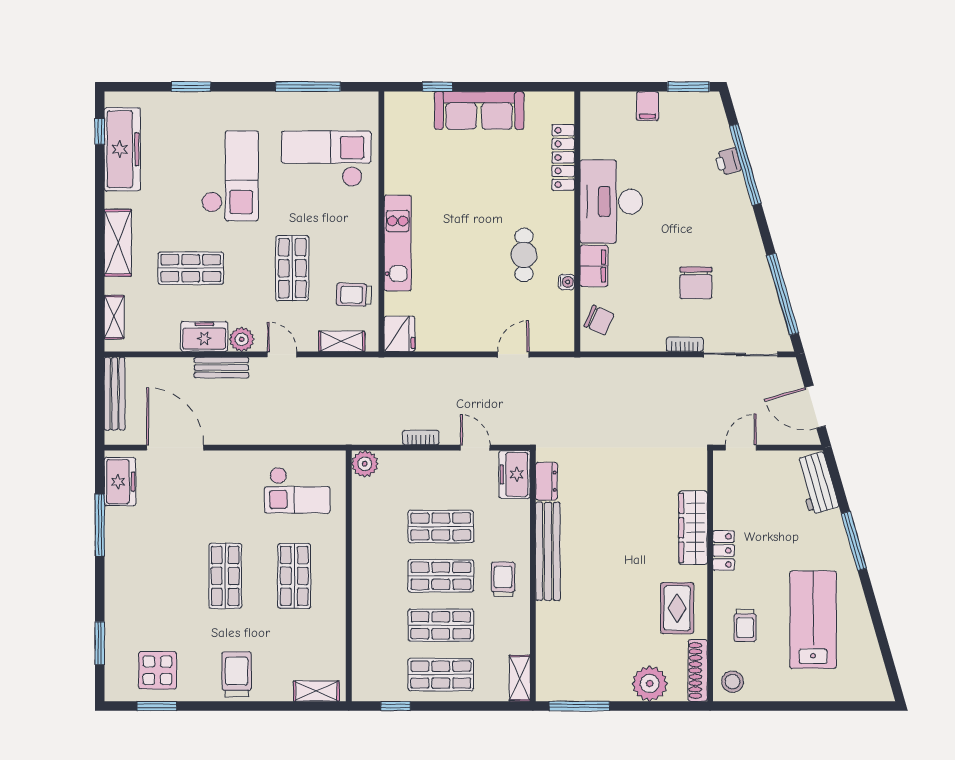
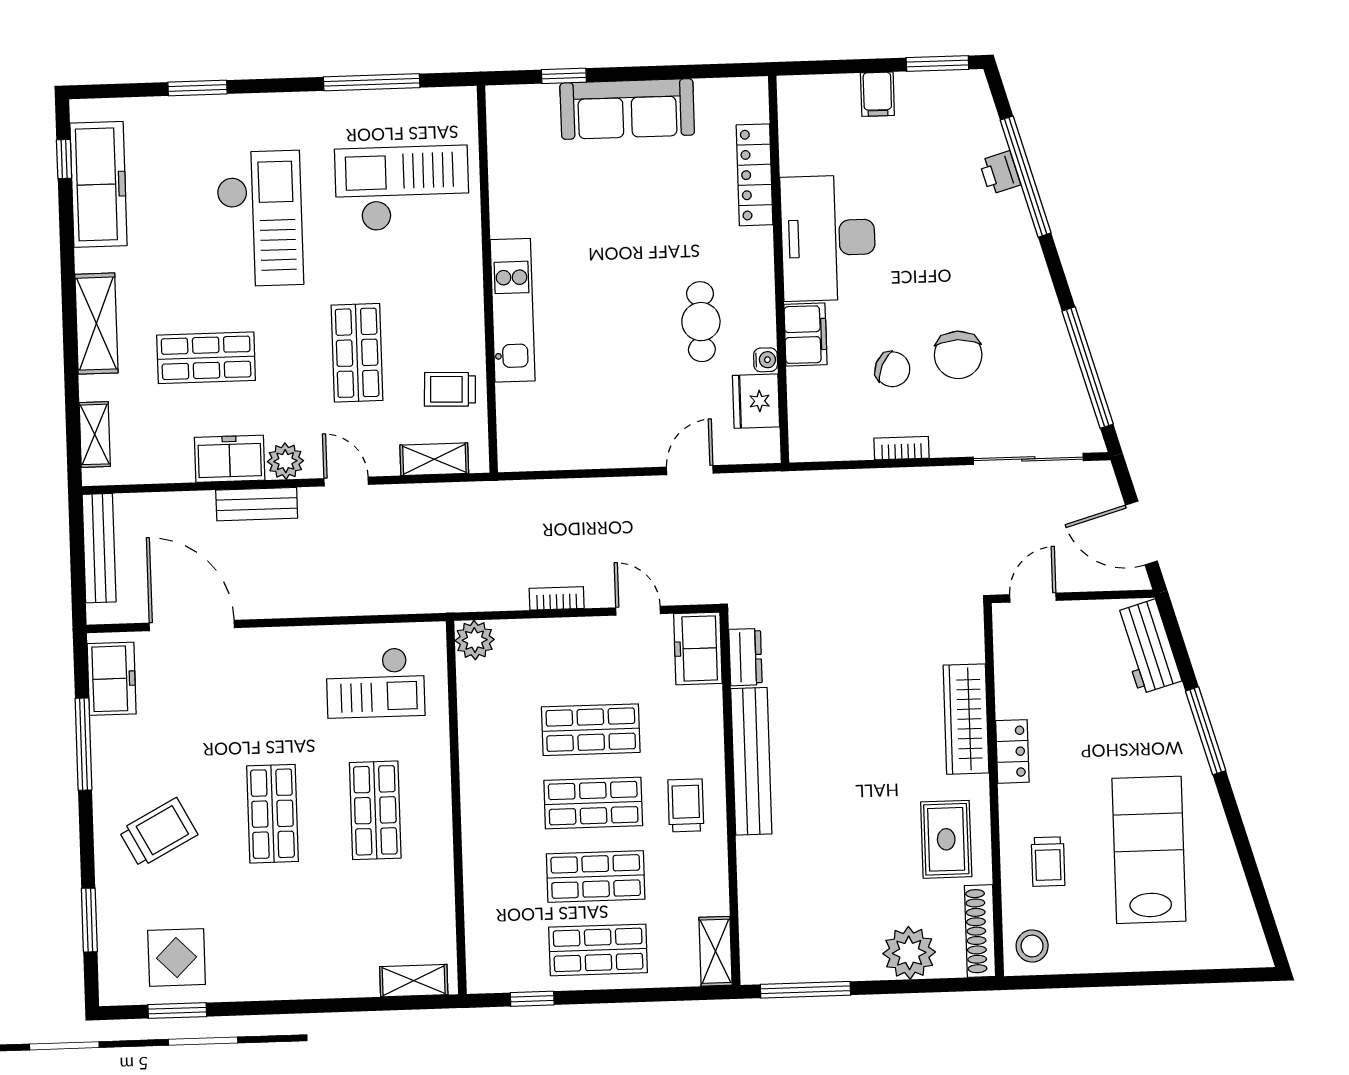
chair: (599, 320) -> (892, 369), moved
fridge: (399, 334) -> (756, 401), moved, turned 180
bookcase: (685, 344) -> (901, 448), moved
trolley: (237, 674) -> (158, 833), moved, turned 62

